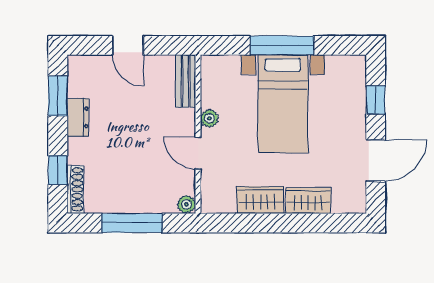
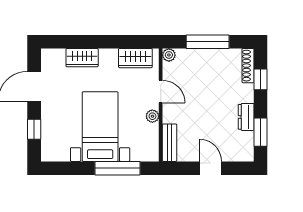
window: (282, 45) -> (117, 168), moved
wardrobe: (261, 200) -> (135, 58), moved

